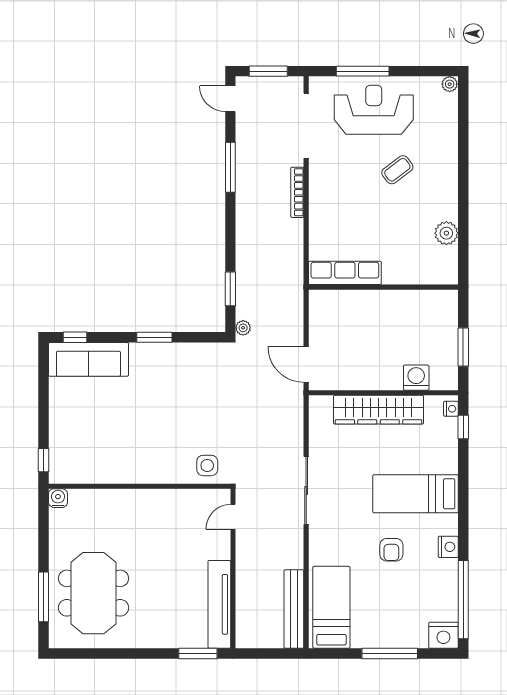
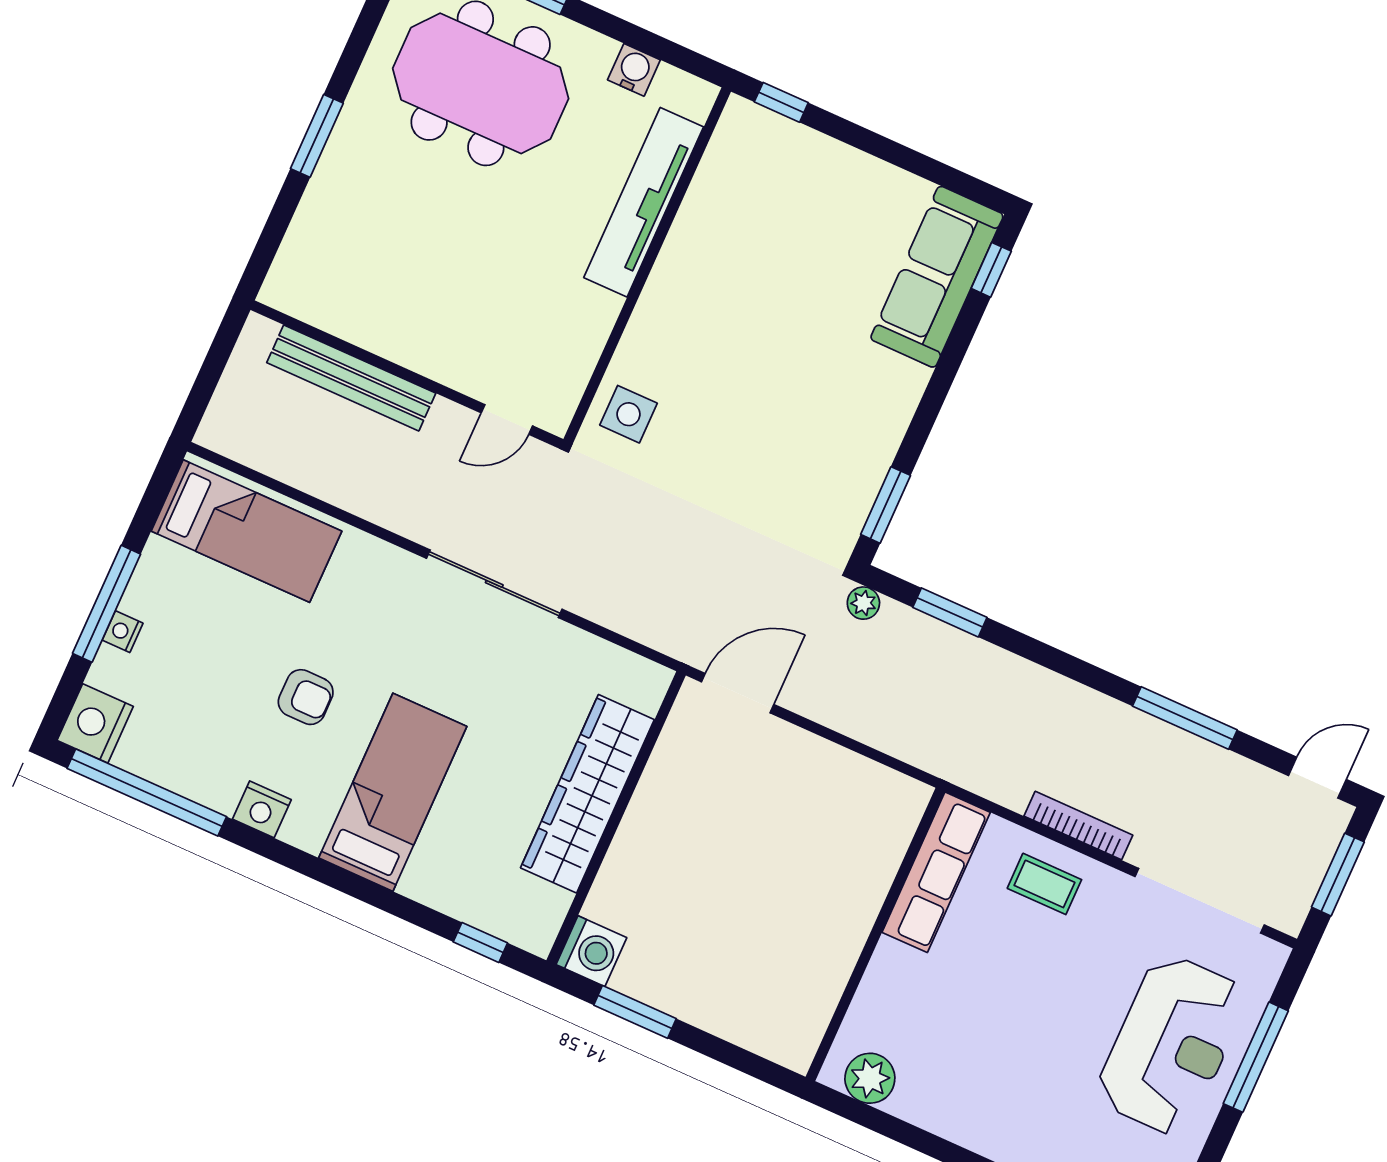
coffee table: (397, 170) -> (1044, 884), moved, turned -53
row of seats: (345, 273) -> (936, 872), moved
wall: (383, 287) -> (875, 934), moved
window: (154, 337) -> (886, 505), moved
washing machine: (416, 378) -> (591, 951), moved
nightstand: (451, 409) -> (123, 632), moved, turned 90
water cooler: (58, 498) -> (634, 70), moved, turned -90
door: (233, 517) -> (507, 419), swing flipped
armchair: (391, 550) -> (306, 697), turned 180
tv unit: (219, 604) -> (644, 202), moved, turned -90
bench: (294, 609) -> (351, 378), moved
window: (198, 653) -> (317, 136), moved

